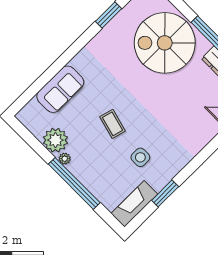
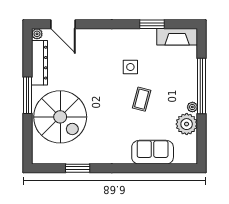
side table: (140, 157) -> (130, 67), moved

